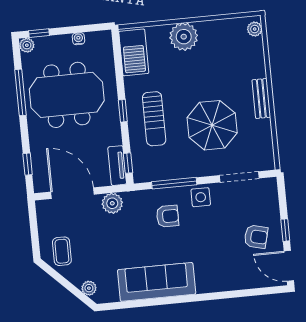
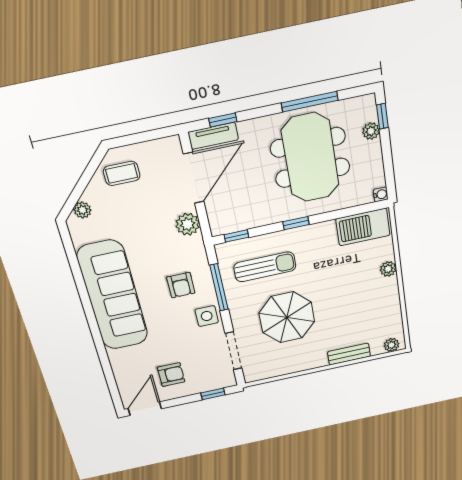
plant: (184, 37) -> (388, 269), width x0.53, depth x0.53
water cooler: (78, 39) -> (381, 194), moved
plant: (27, 45) -> (371, 131), moved
bench: (261, 98) -> (349, 354), moved
sun lounger: (154, 119) -> (265, 267), moved, turned 180
tv unit: (117, 166) -> (213, 136), moved, turned 180
window: (285, 230) -> (213, 394), moved
armchair: (256, 237) -> (171, 375), turned -104
sofa: (157, 282) -> (113, 296), width x1.36, depth x1.27

